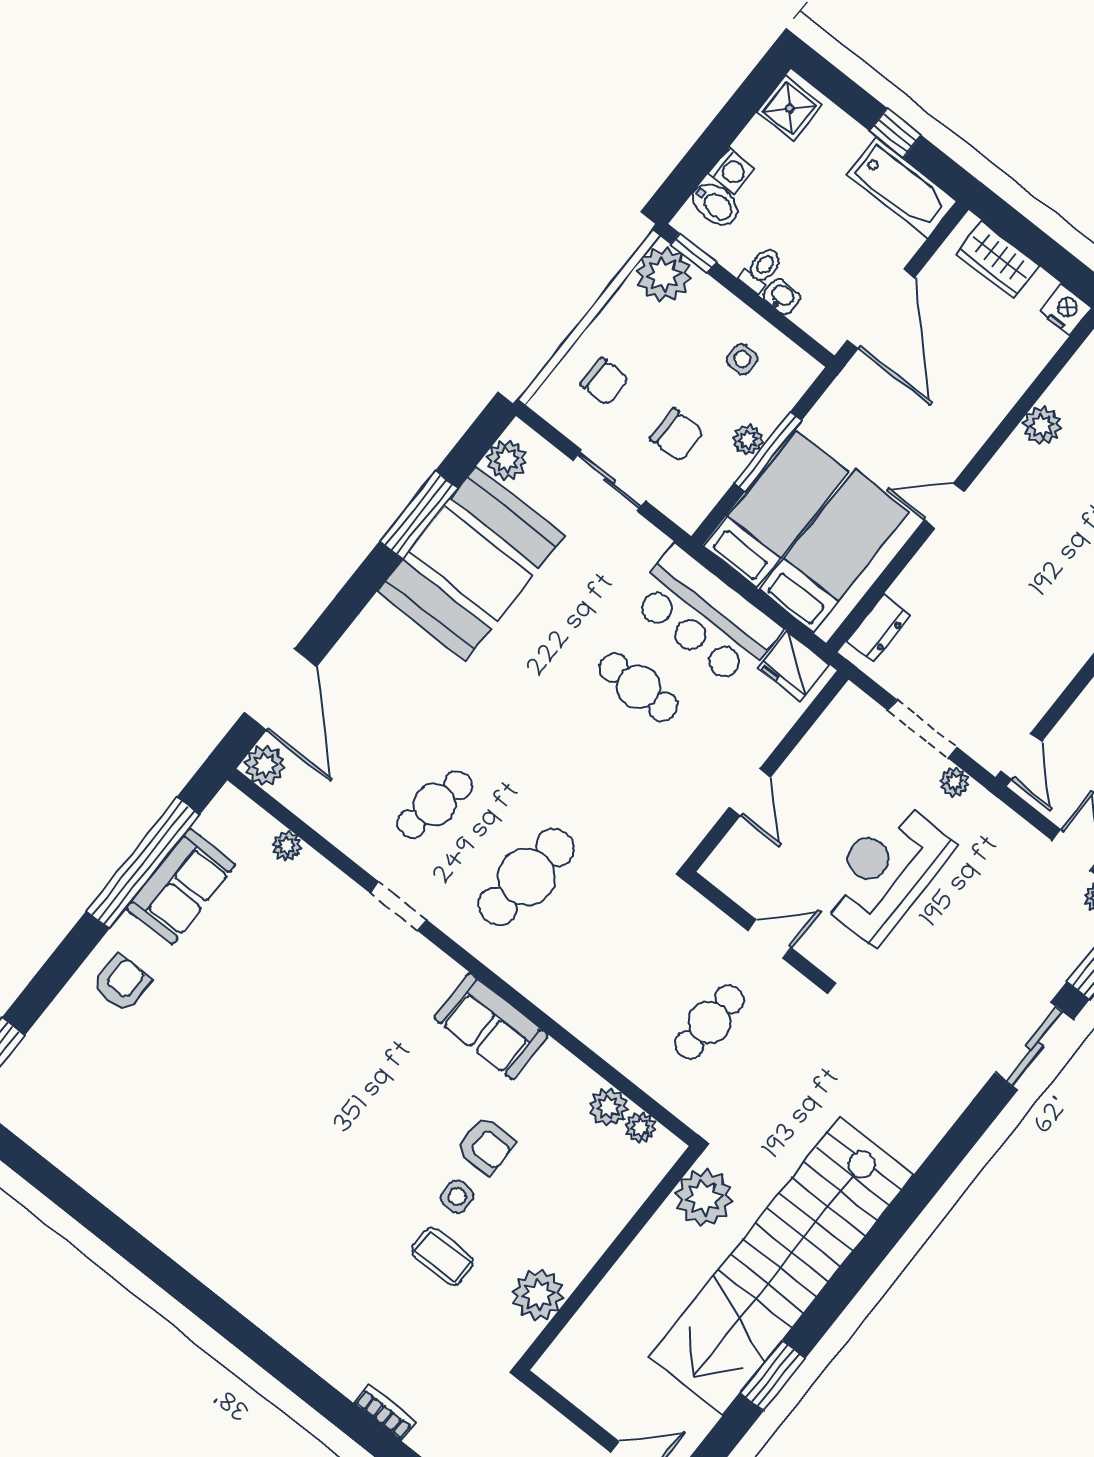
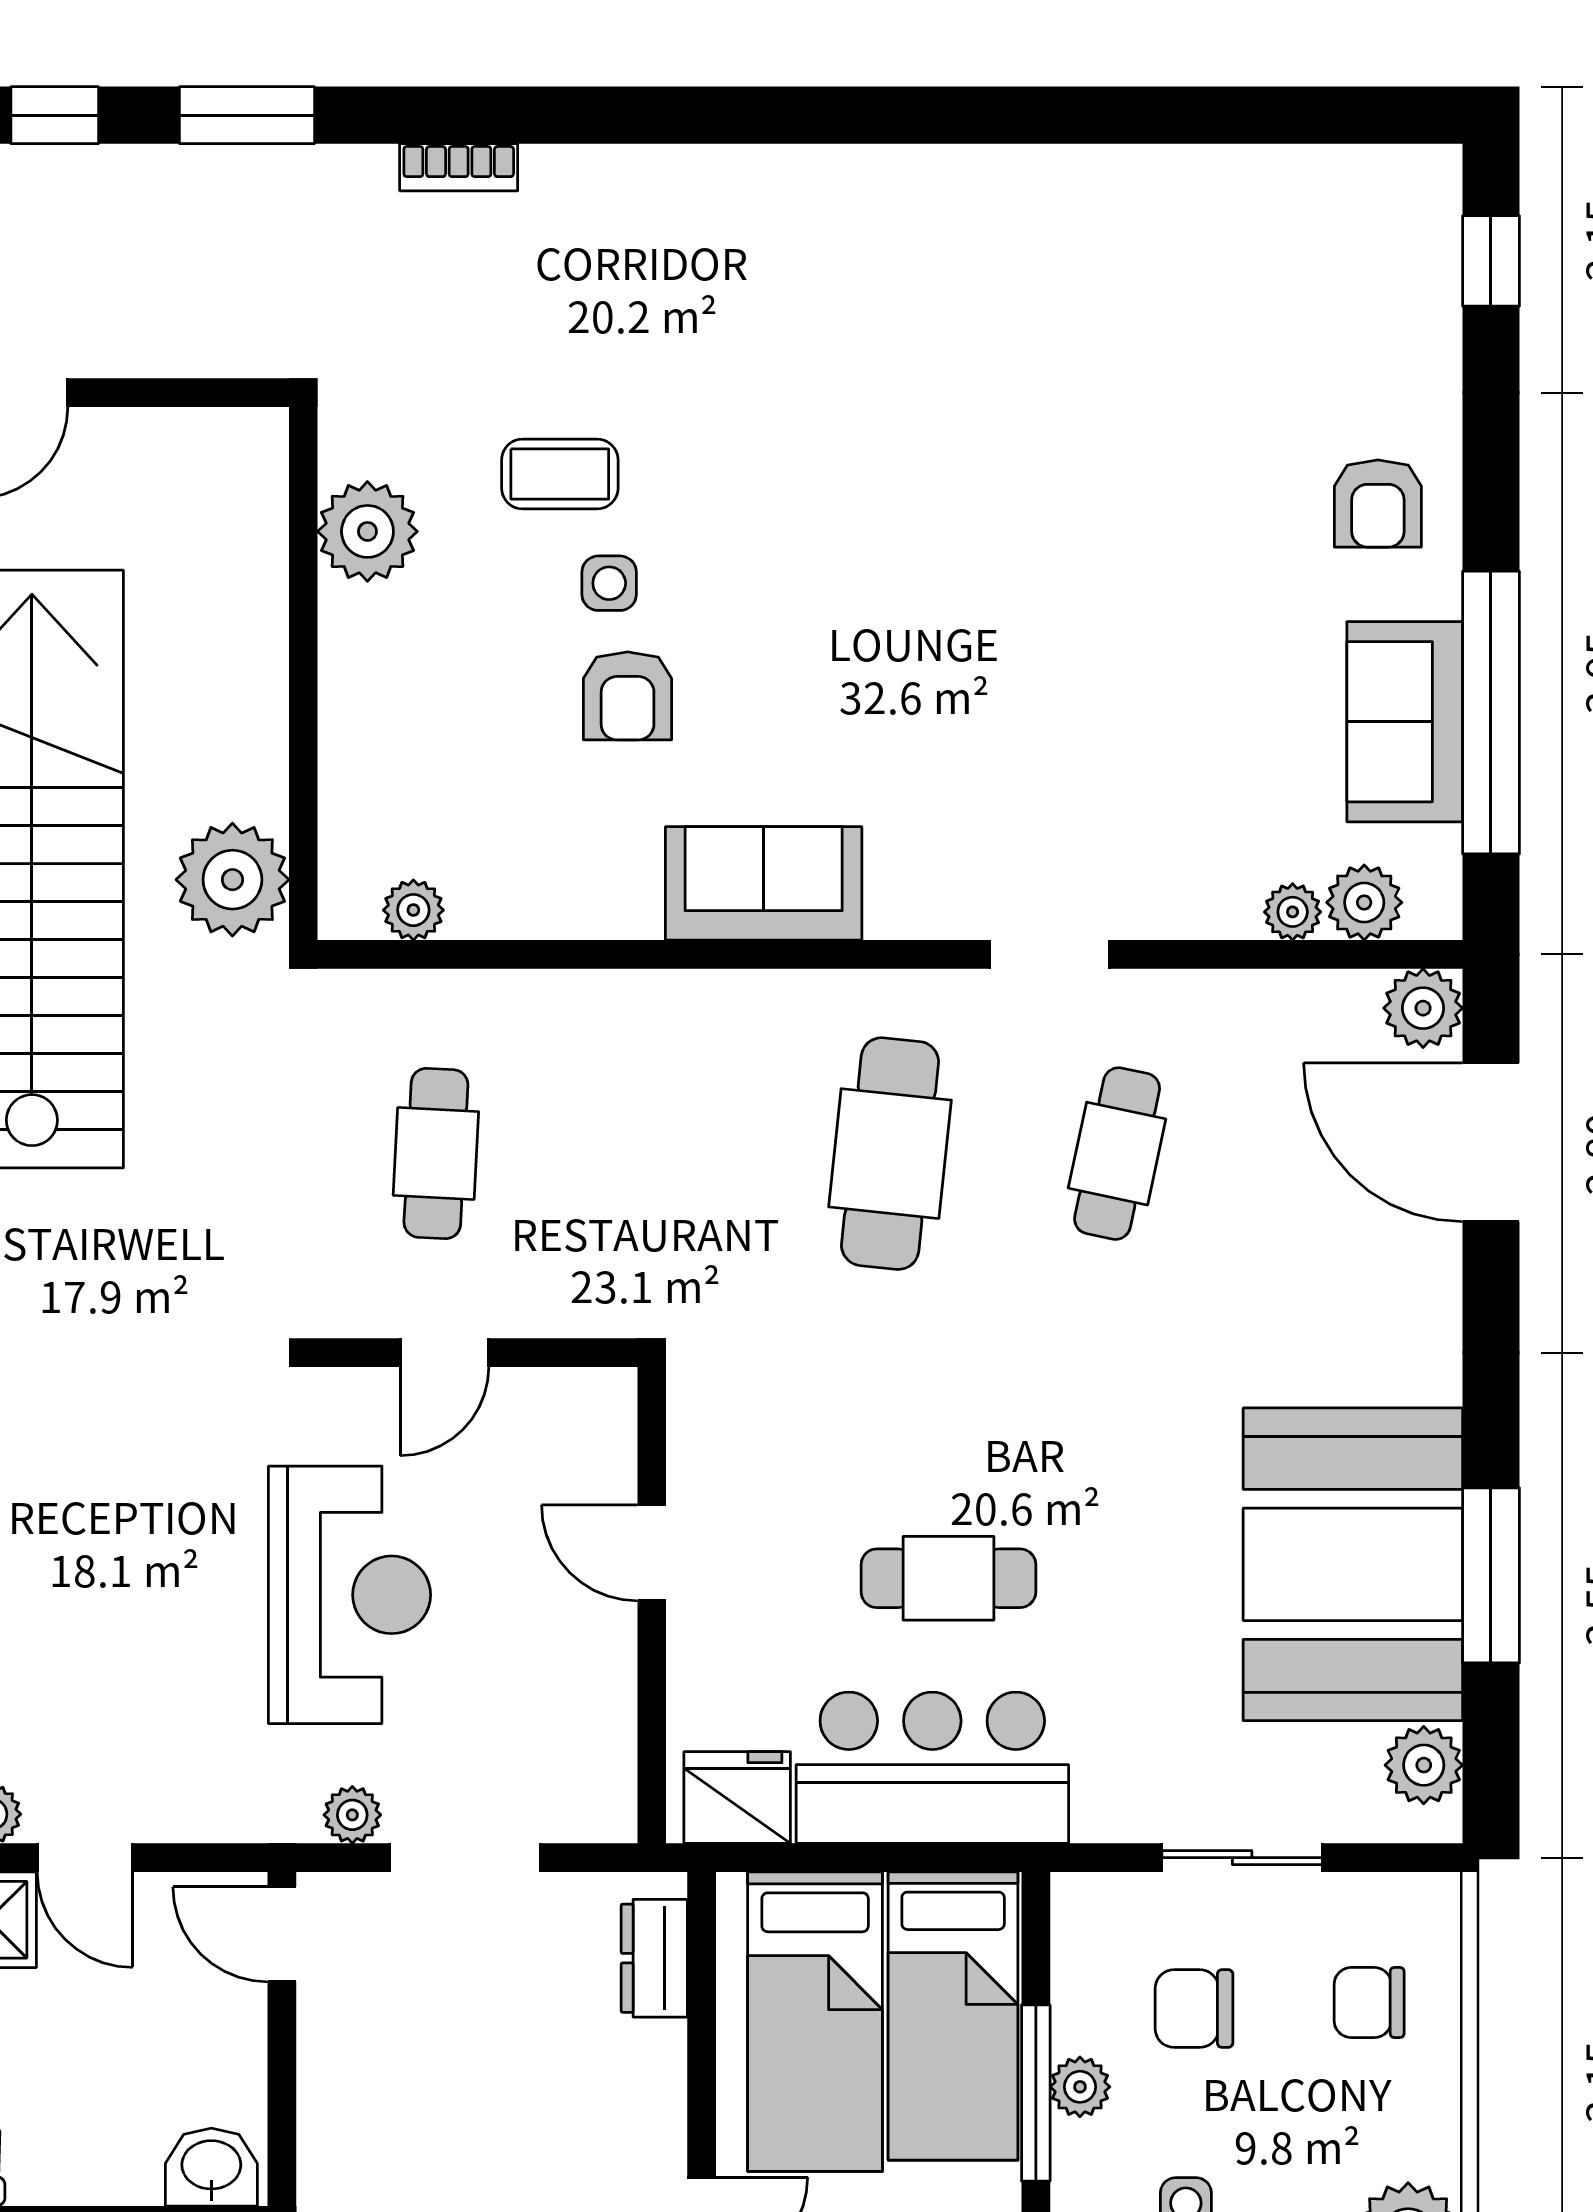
plant: (609, 1107) -> (1364, 902), moved
armchair: (486, 1145) -> (628, 696), turned -90

